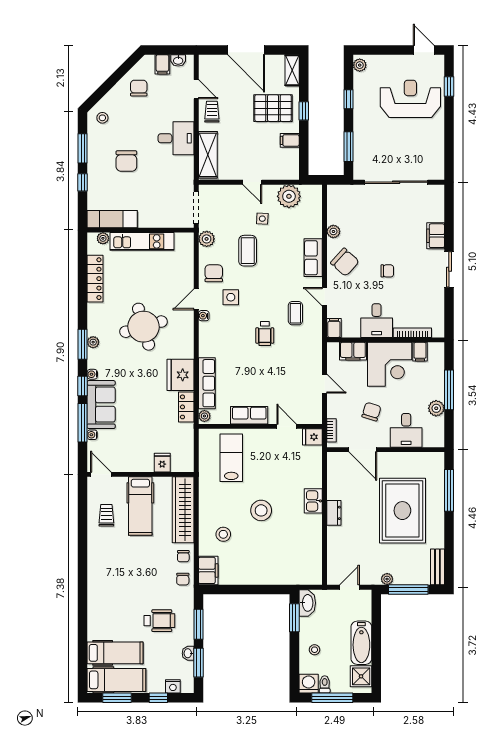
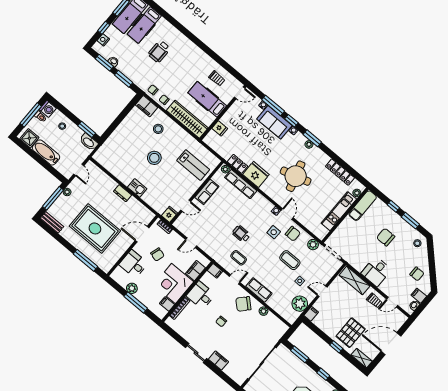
filing cabinet: (290, 140) -> (311, 314), moved
wheelchair: (159, 621) -> (159, 51), moved

